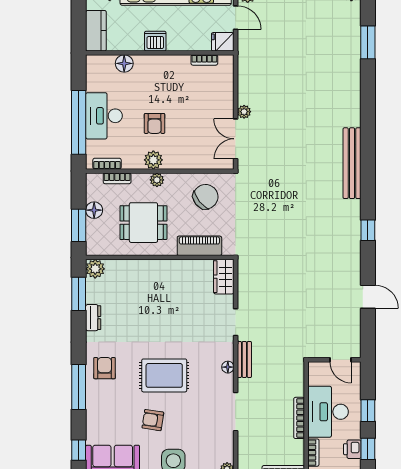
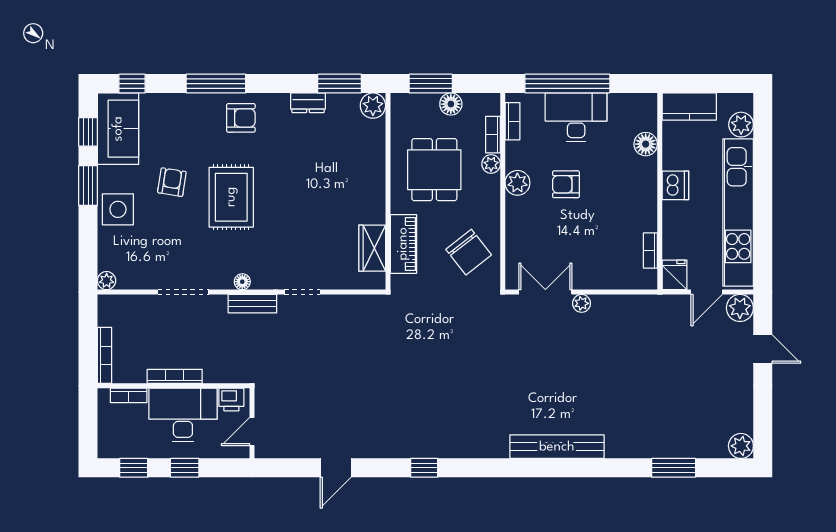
bench: (352, 163) -> (557, 447), moved
plant: (157, 180) -> (491, 164), moved
wardrobe: (224, 277) -> (372, 248), moved, turned -90
printer: (352, 449) -> (231, 399), moved, turned 180

